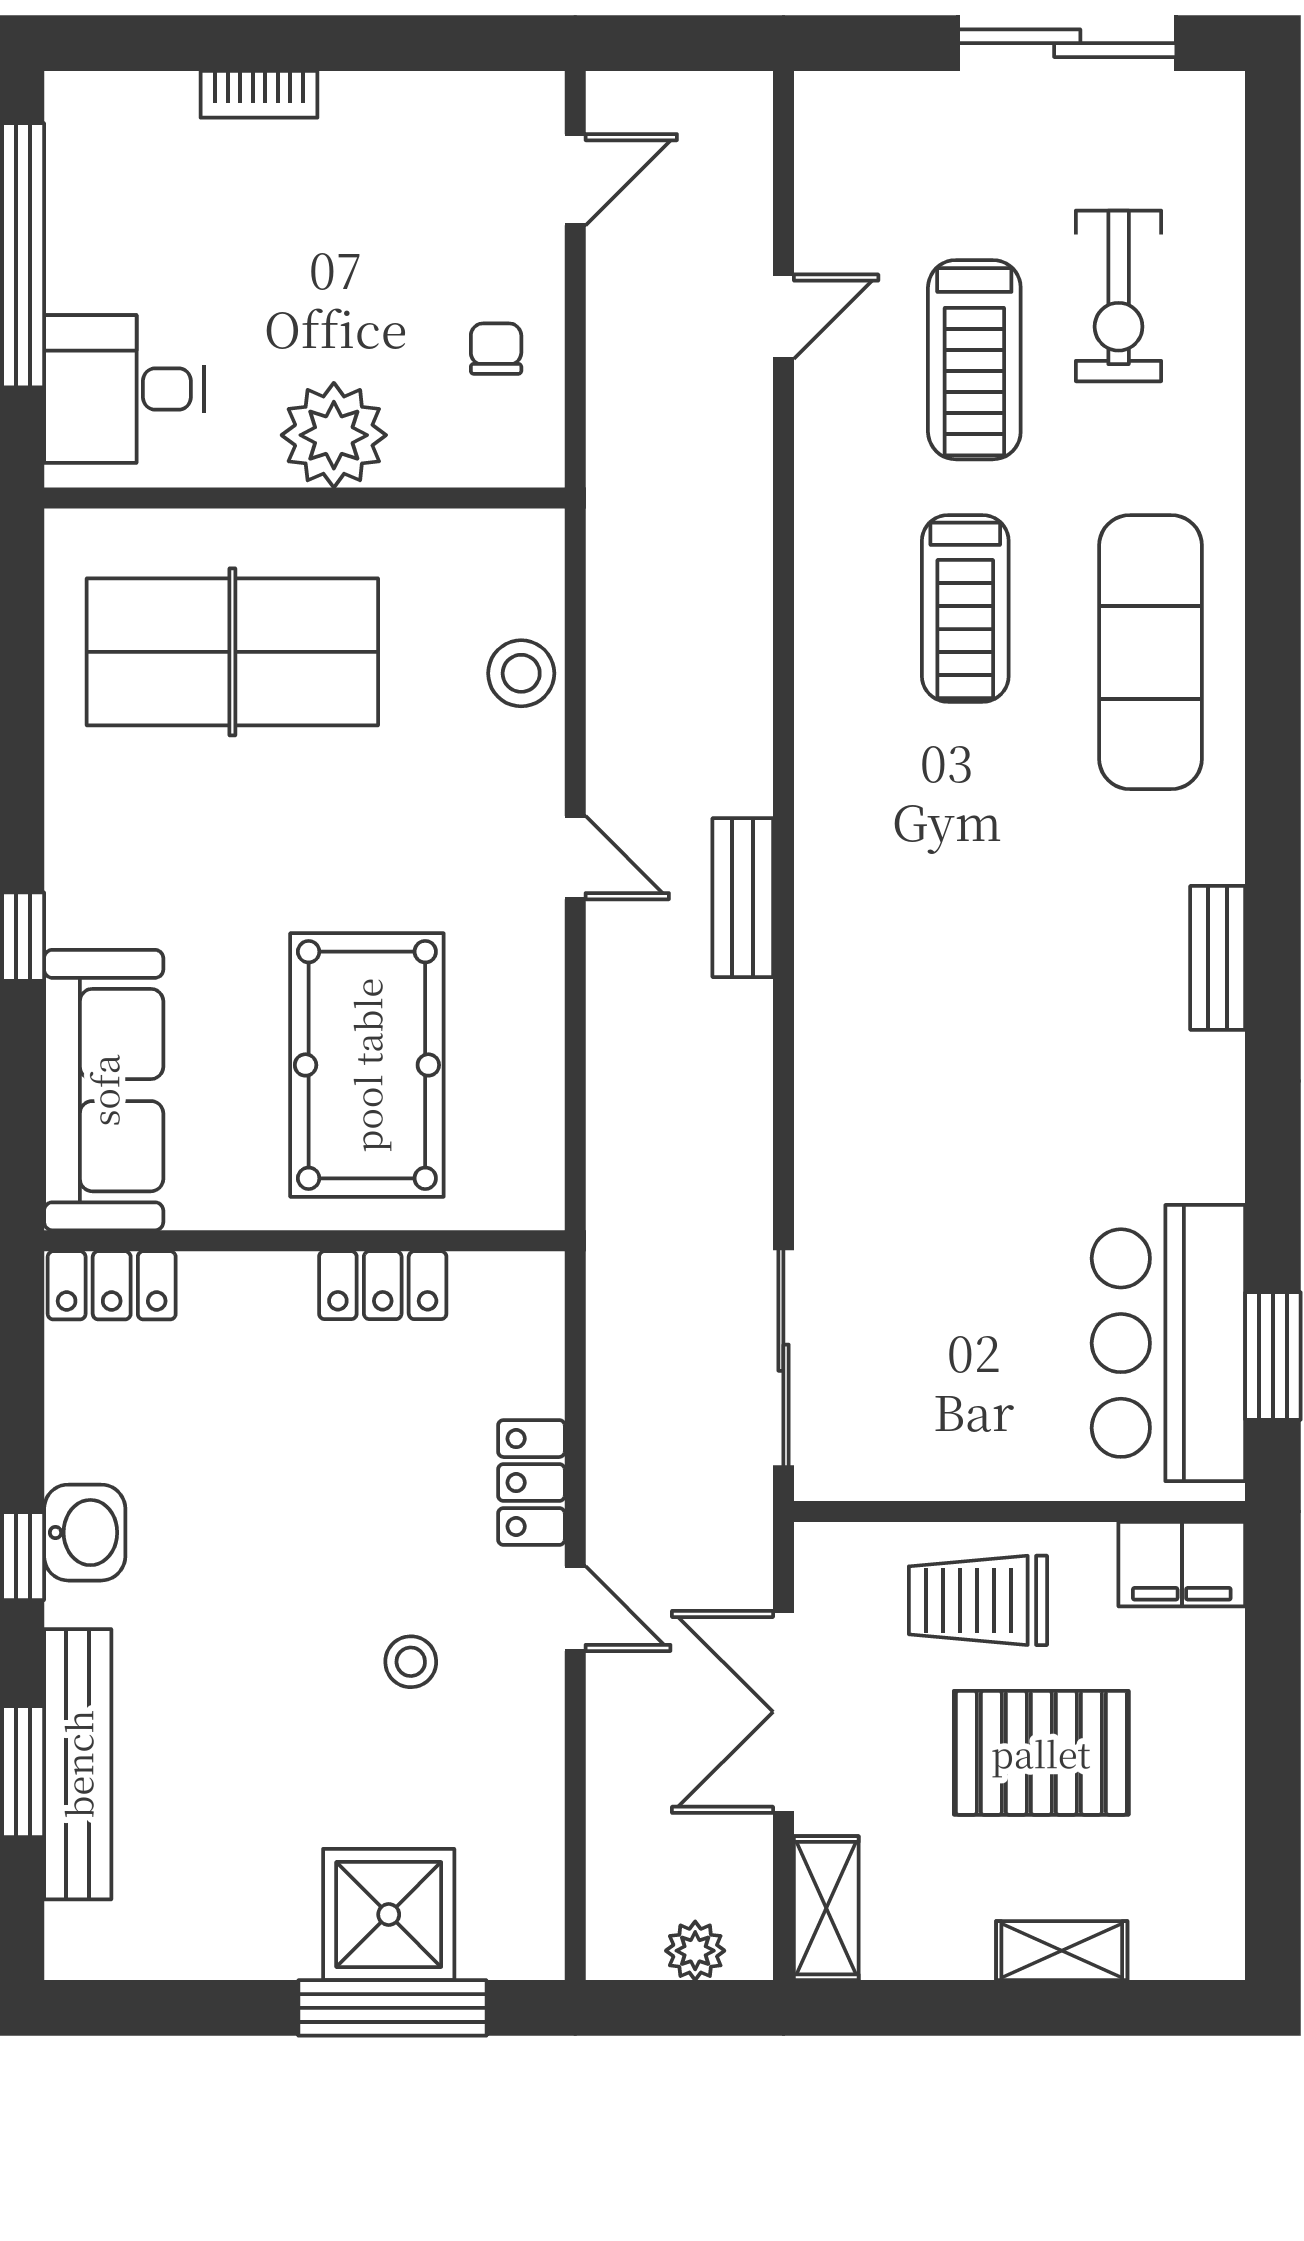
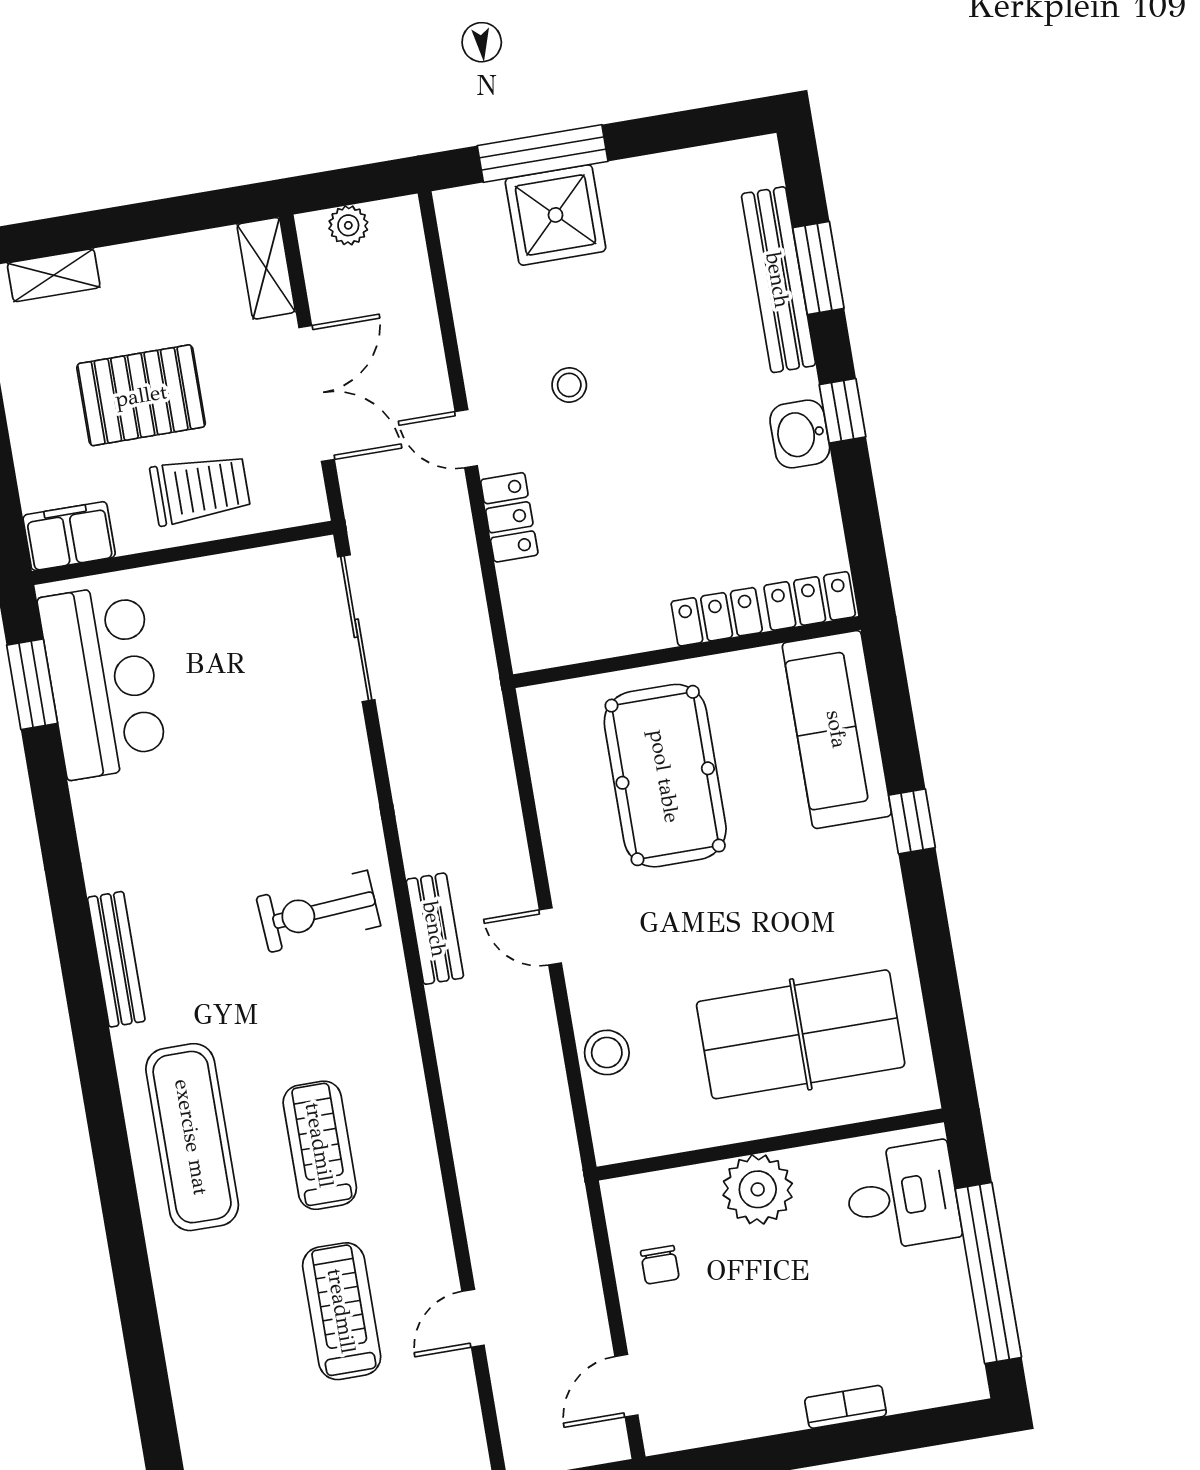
exercise bike: (1119, 296) -> (318, 911), moved, turned -94
bench: (1218, 958) -> (116, 959), width x1.36
locker: (383, 1285) -> (717, 617), moved
shelving: (1062, 1951) -> (54, 275), moved

